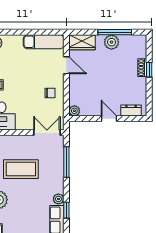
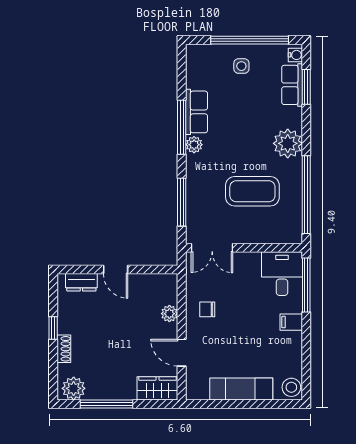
exam couch: (44, 42) -> (241, 389), moved
plant: (112, 42) -> (74, 388), moved
window: (149, 70) -> (53, 328), moved
plant: (74, 111) -> (169, 314), moved
window: (66, 210) -> (182, 127), width x2.17

